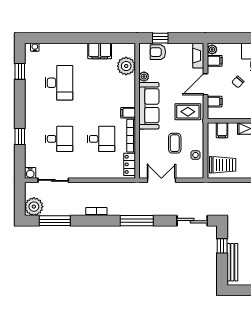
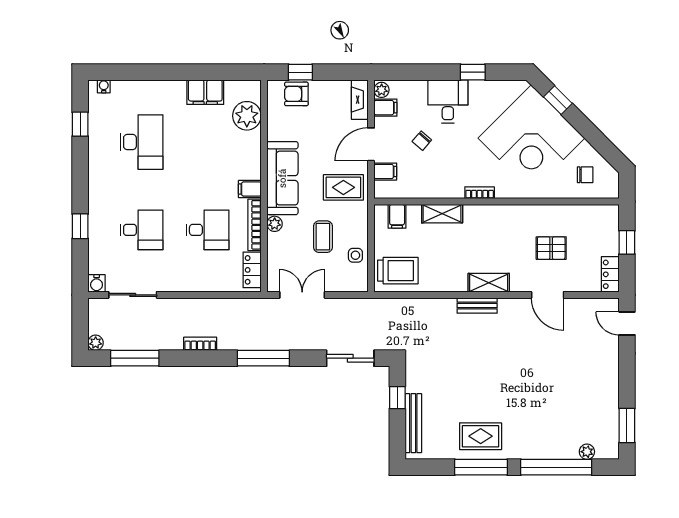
plant: (144, 77) -> (275, 224), moved
plant: (34, 207) -> (96, 343), width x0.53, depth x0.53

